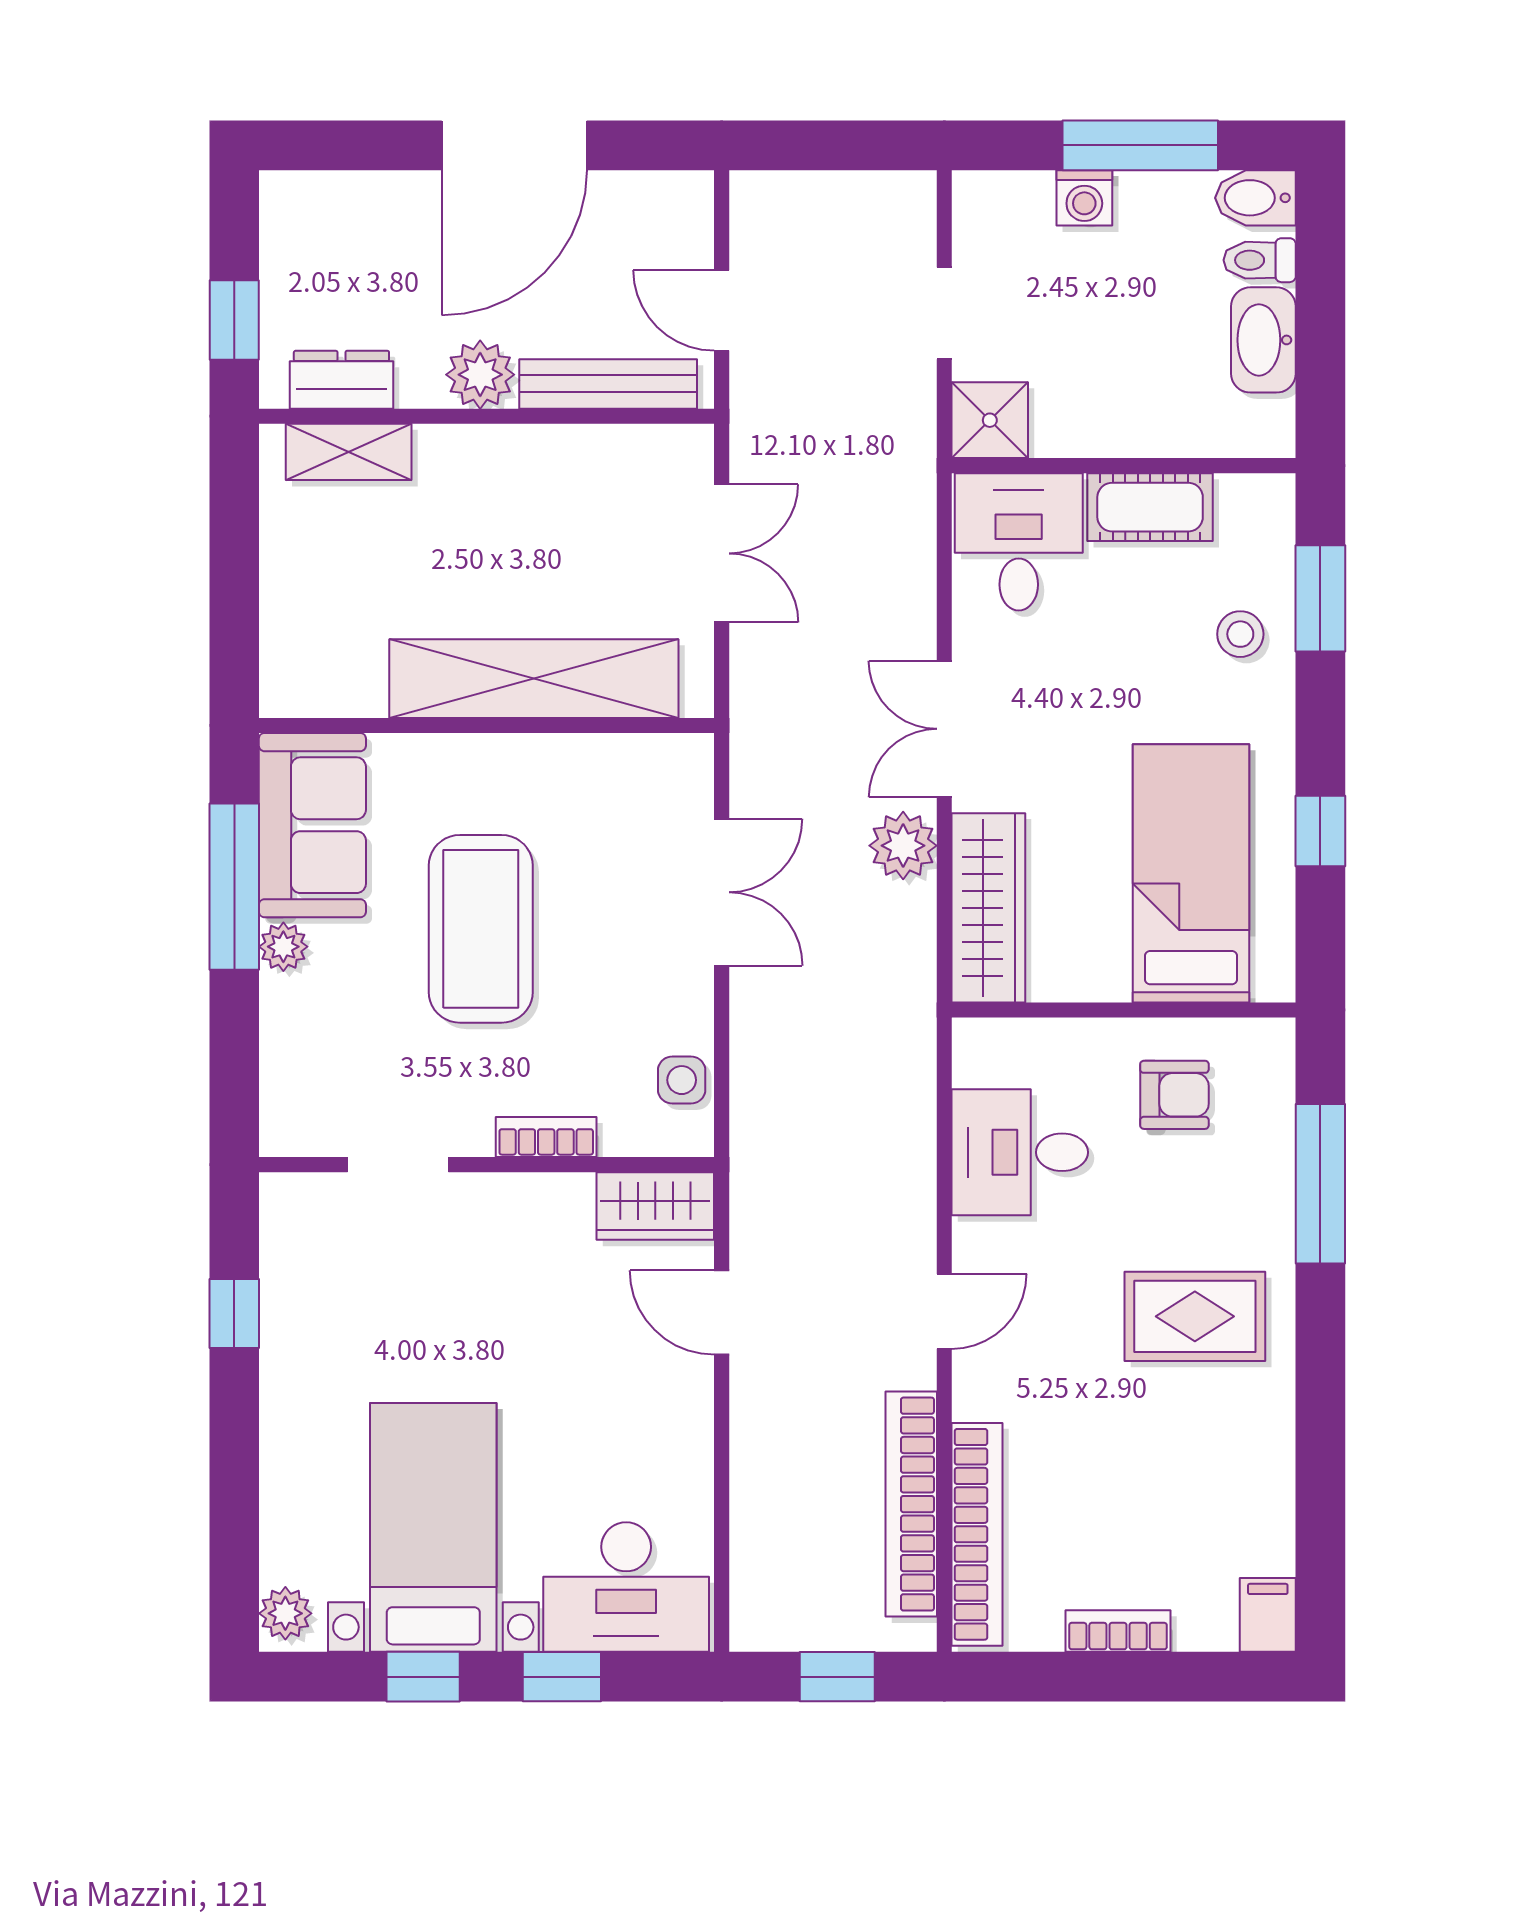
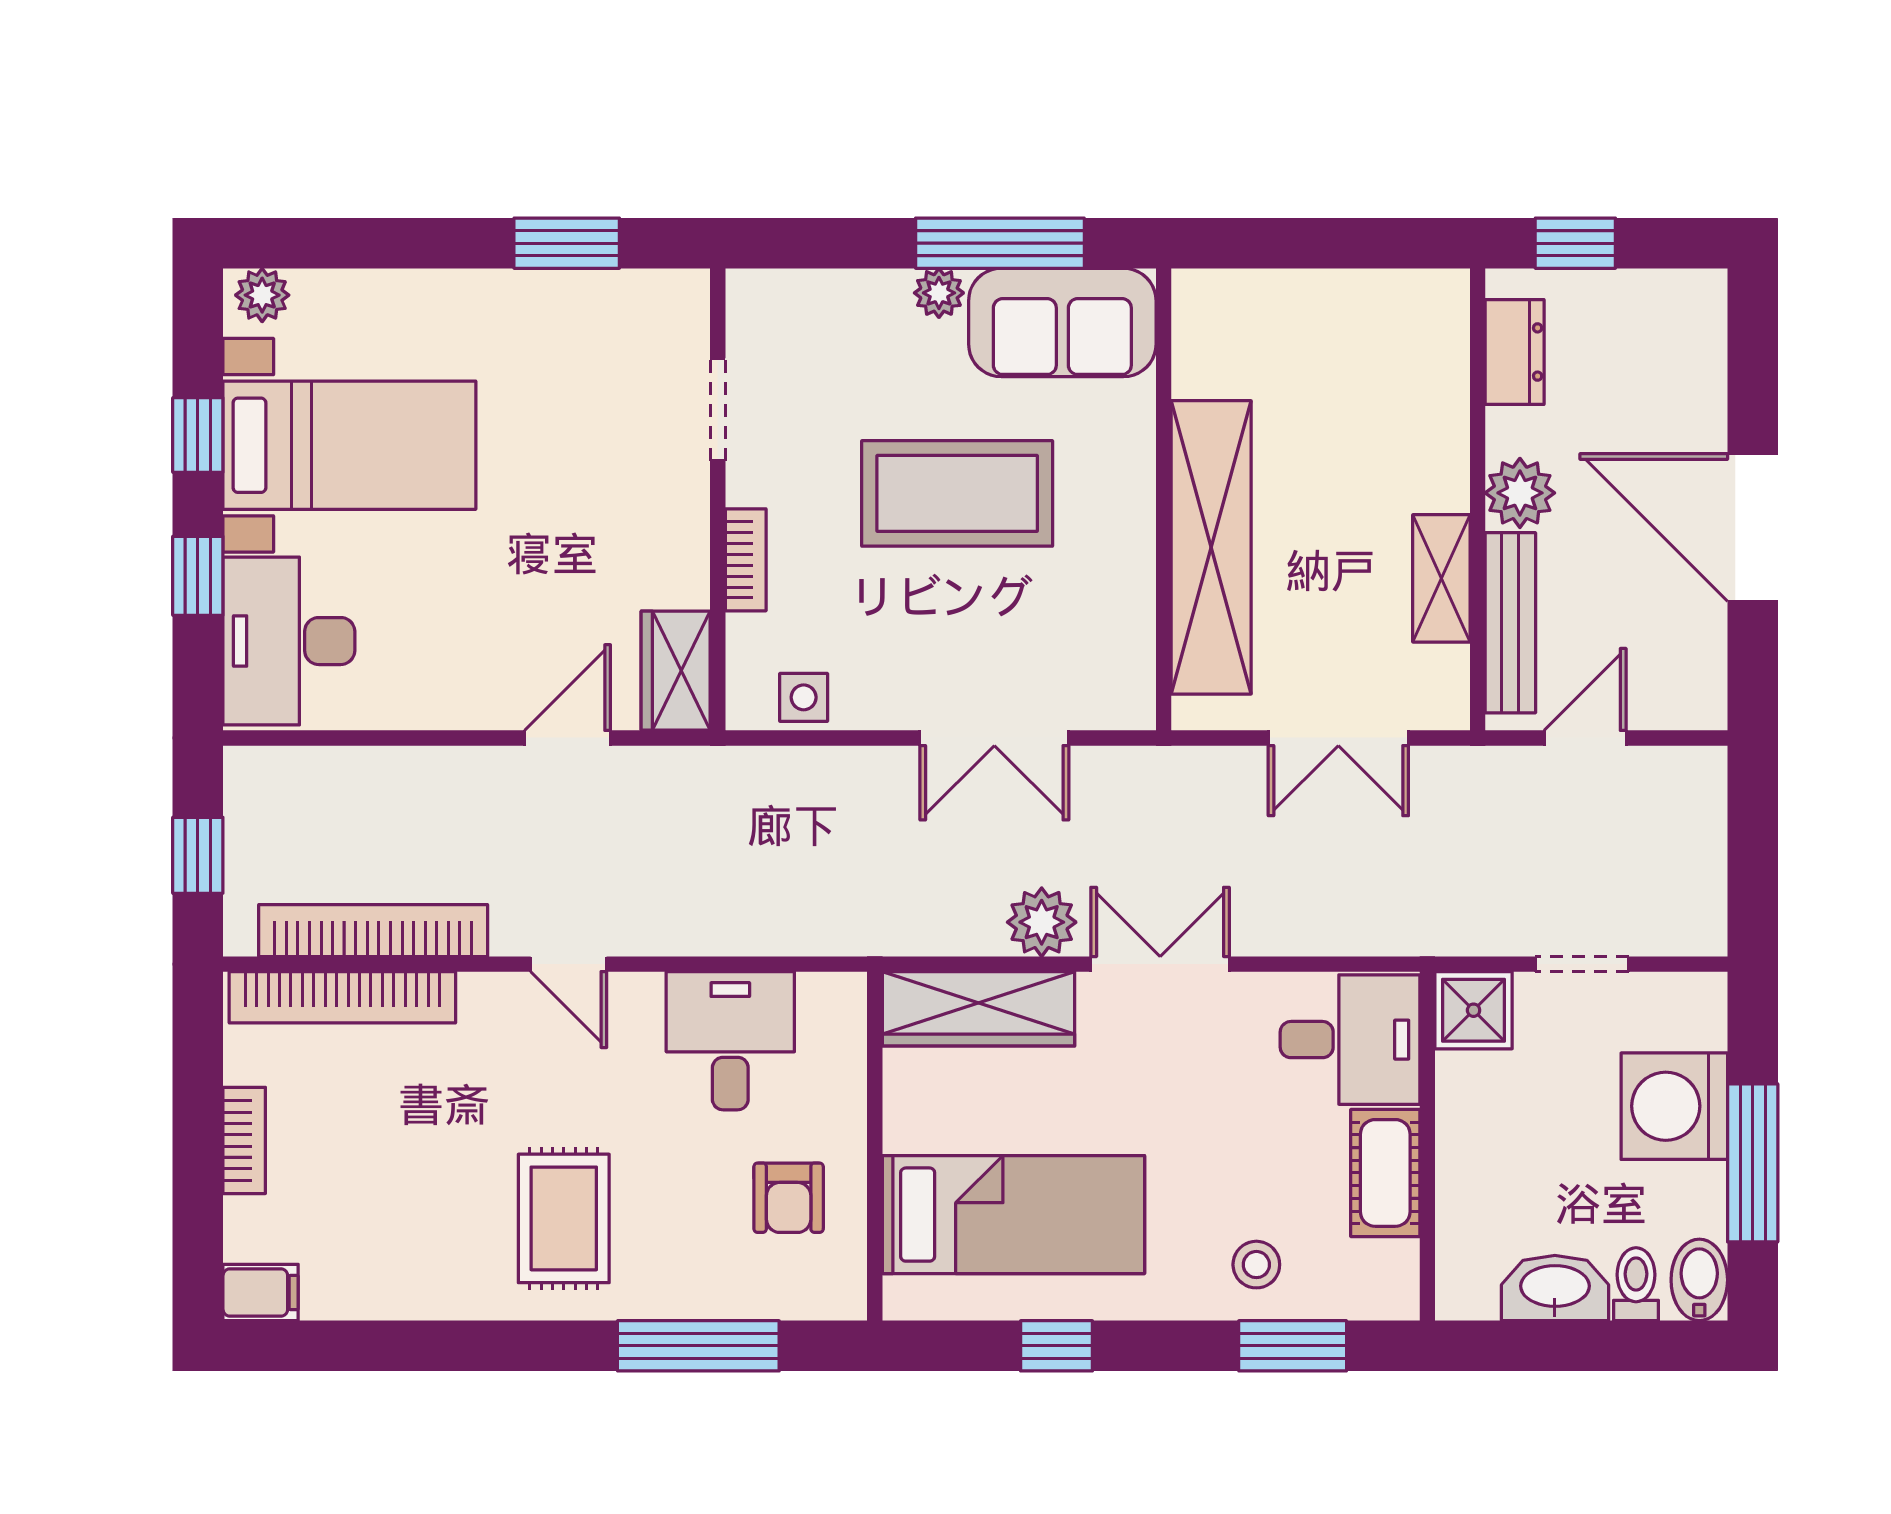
washing machine: (1084, 198) -> (1674, 1106), width x1.89, depth x1.89
shelving: (349, 452) -> (1441, 578), moved
window: (234, 1313) -> (567, 243), width x1.50

